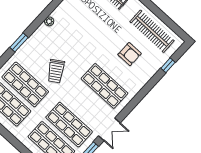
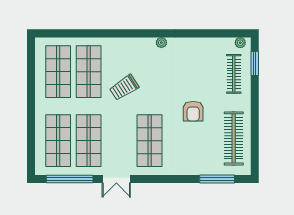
window: (19, 42) -> (120, 33), removed
armchair: (130, 54) -> (193, 111), moved
window: (168, 65) -> (217, 179), width x2.17

